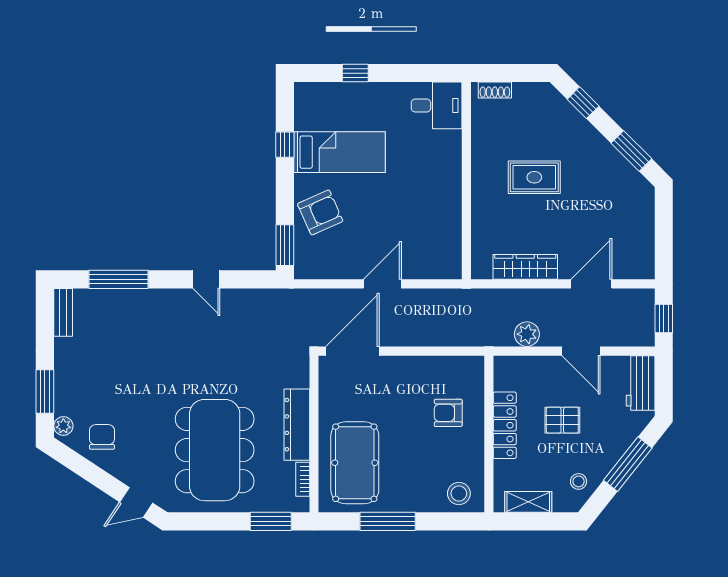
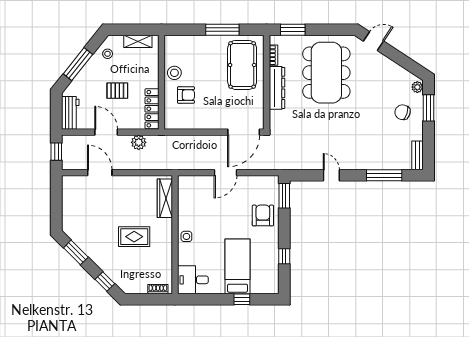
bed: (339, 152) -> (237, 266), moved, turned 90
side table: (447, 178) -> (186, 236), added
armchair: (320, 212) -> (263, 215), turned 114
wardrobe: (525, 267) -> (165, 198), moved, turned 90
door: (591, 284) -> (100, 173), swing flipped
locker: (505, 425) -> (152, 109), moved
chair: (102, 437) -> (403, 112), moved, turned 107
stool: (459, 493) -> (174, 73), moved

